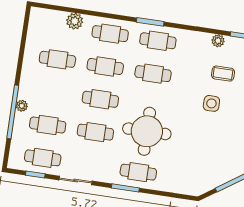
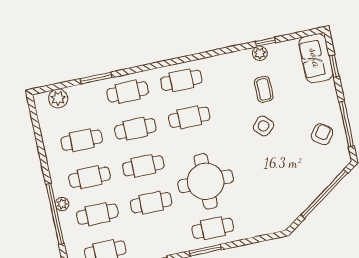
plant: (75, 21) -> (58, 98), moved
window: (150, 22) -> (96, 78), moved
plant: (218, 41) -> (260, 53), moved
coffee table: (223, 74) -> (264, 89), turned 90
cafe table: (53, 92) -> (89, 177), added
side table: (211, 103) -> (263, 126), turned 45

